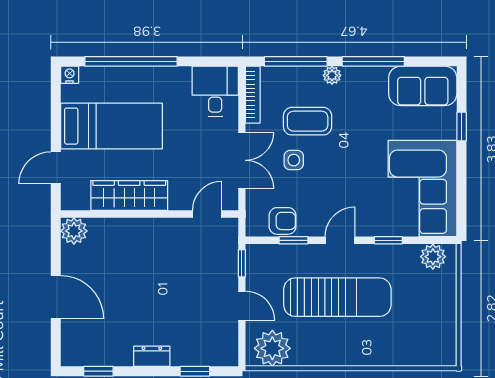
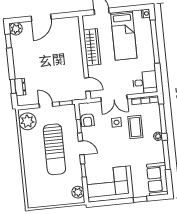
plant: (74, 231) -> (16, 29), moved
door: (242, 306) -> (46, 105), swing flipped
dresser: (152, 356) -> (20, 87), moved

